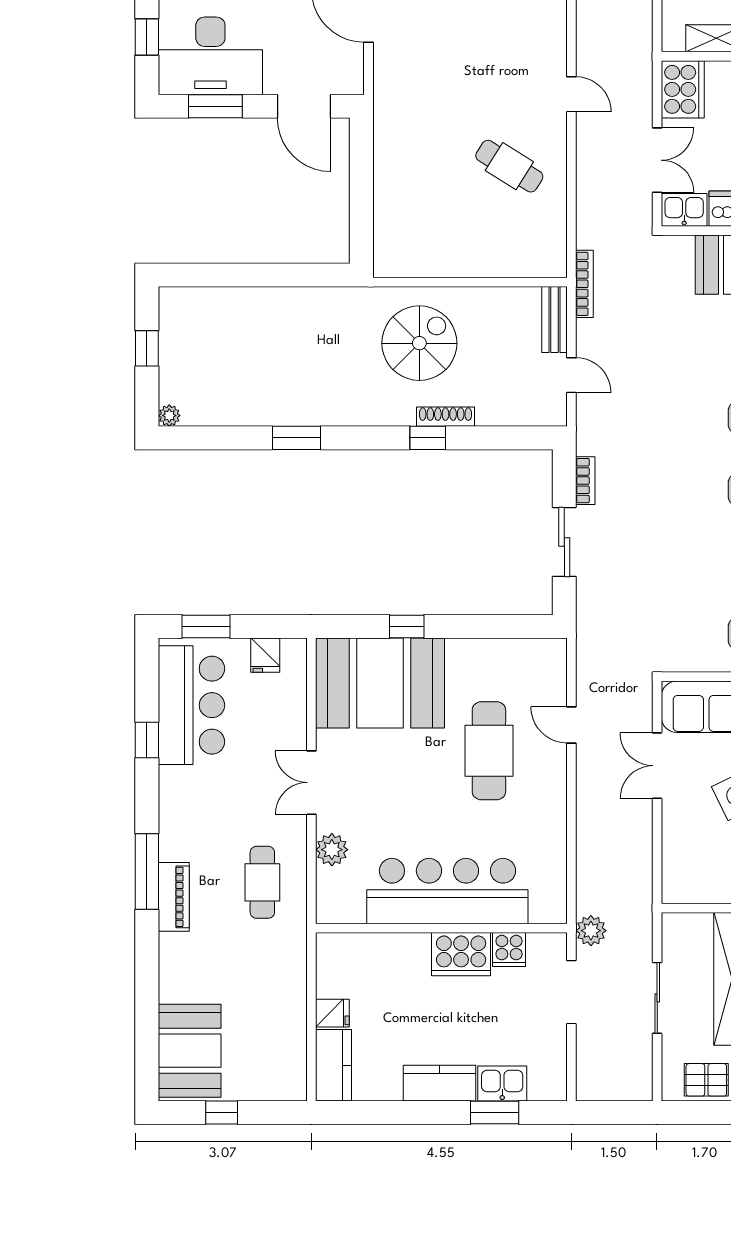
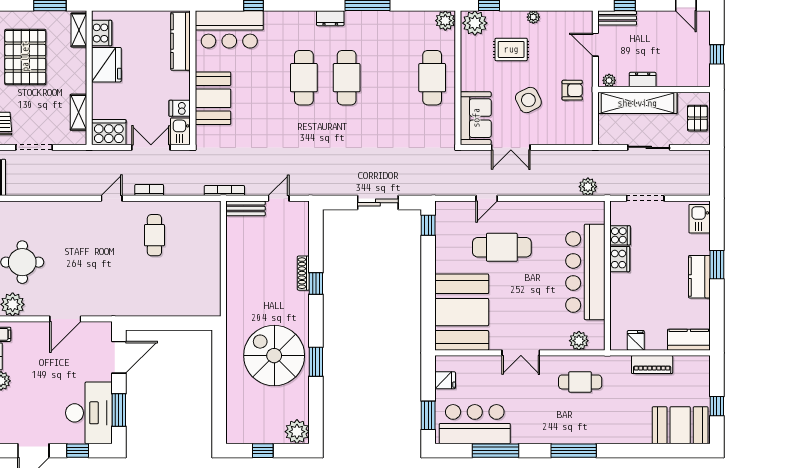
cafe table: (509, 166) -> (154, 235), turned -32
spiral stairs: (419, 343) -> (274, 356), moved, width x1.37, depth x1.37
plant: (169, 416) -> (297, 432), width x1.87, depth x1.87
bookcase: (585, 481) -> (149, 190), moved
window: (407, 627) -> (428, 225), moved
window: (147, 740) -> (495, 451), width x2.17
plant: (332, 850) -> (579, 341), moved
piano: (174, 897) -> (652, 365), moved, turned 180
plant: (591, 931) -> (588, 187), moved
cooker: (461, 954) -> (620, 259), width x0.73, depth x0.76
fridge: (332, 1013) -> (636, 340), moved
kitchen sink: (502, 1083) -> (700, 219), moved
window: (495, 1113) -> (717, 265), moved

